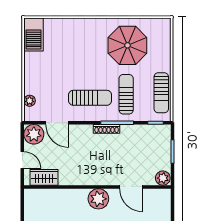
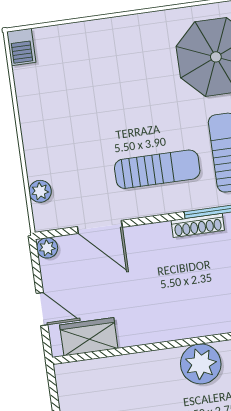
barbecue: (33, 35) -> (21, 47), width x0.53, depth x0.65
plant: (34, 134) -> (47, 248), width x0.53, depth x0.53

